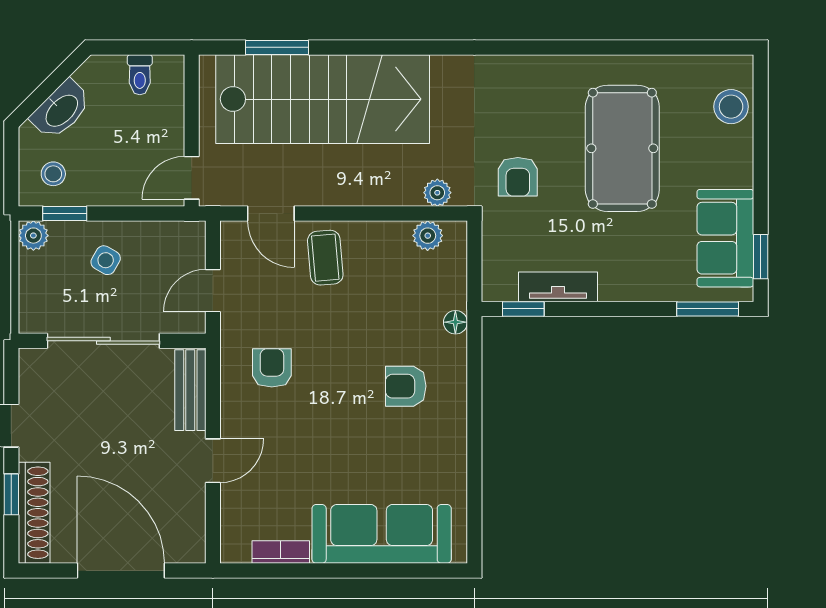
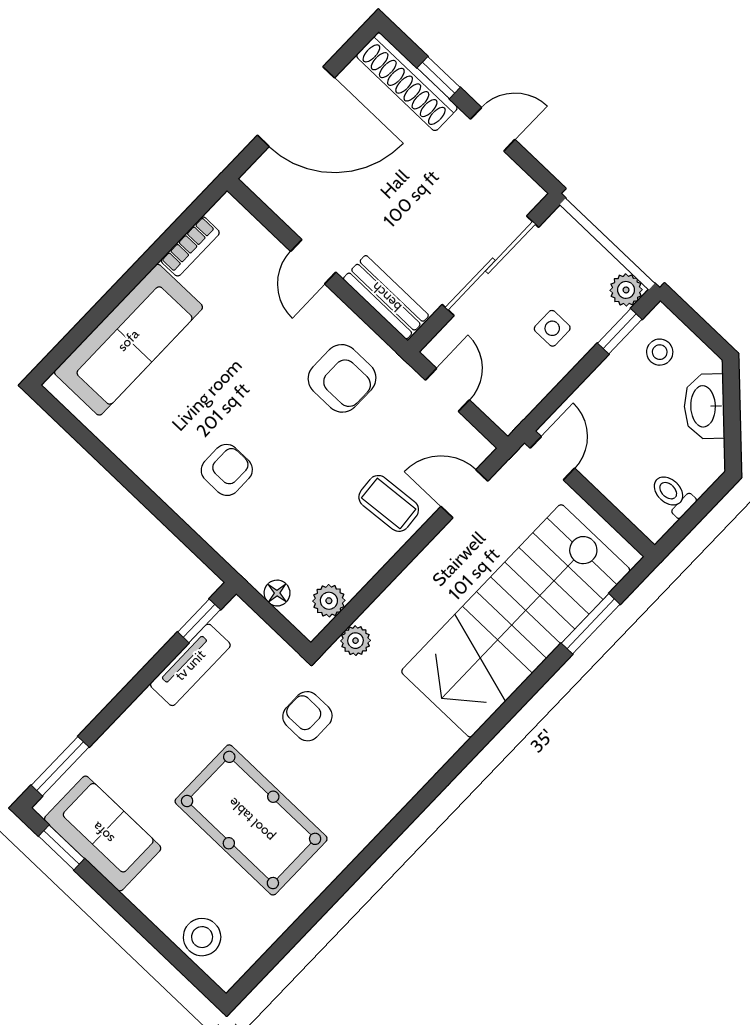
side table: (106, 260) -> (552, 328), turned -30
floor lamp: (455, 322) -> (277, 593), moved
armchair: (272, 368) -> (342, 378), width x1.38, depth x1.38

